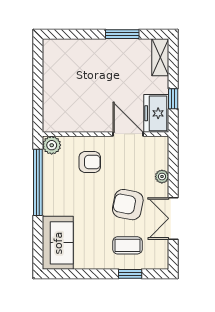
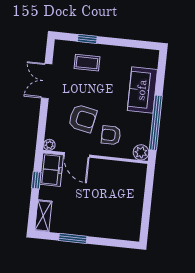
plant: (162, 177) -> (49, 145), moved
armchair: (128, 205) -> (82, 118), moved
double door: (173, 218) -> (47, 81), swing flipped
sofa: (58, 243) -> (142, 90), moved

